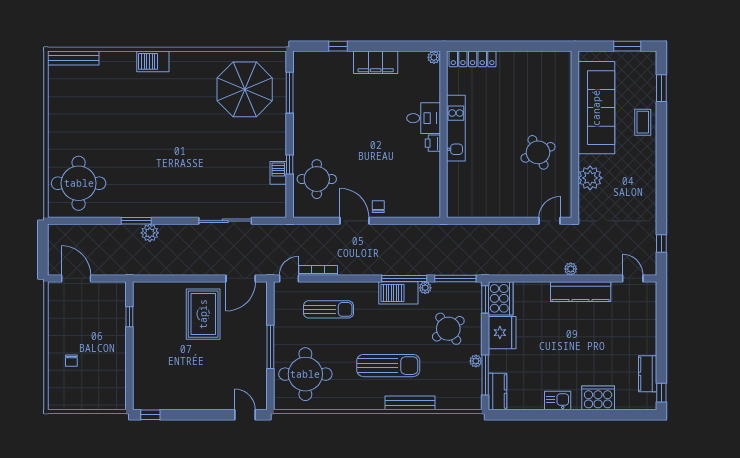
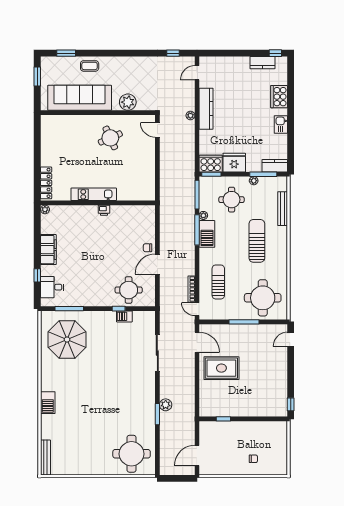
desk: (424, 118) -> (52, 287), moved, turned -90
round table: (448, 329) -> (232, 200), turned 35
bench: (410, 403) -> (283, 209), moved

